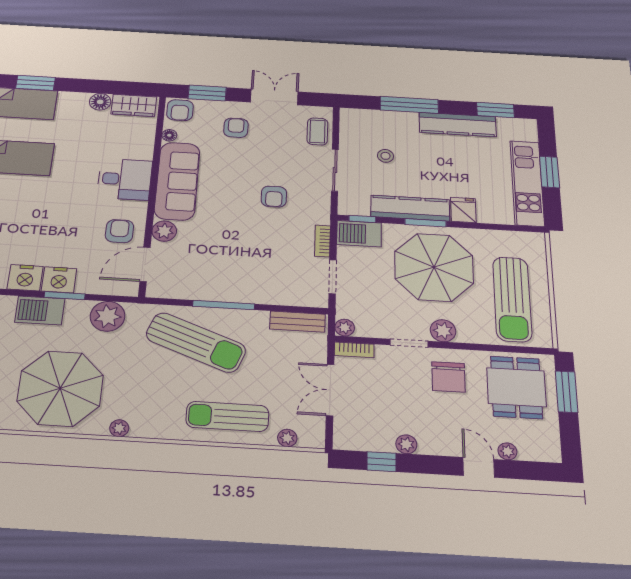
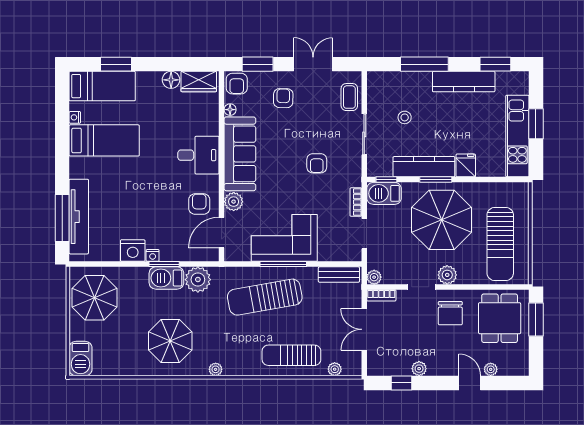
corner sofa: (227, 275) -> (284, 238), added
nightstand: (59, 280) -> (153, 255), width x0.53, depth x0.56
barbecue: (40, 310) -> (166, 278), moved
sun lounger: (196, 342) -> (265, 297), turned 149
parasol: (60, 388) -> (170, 341), width x0.73, depth x0.73

